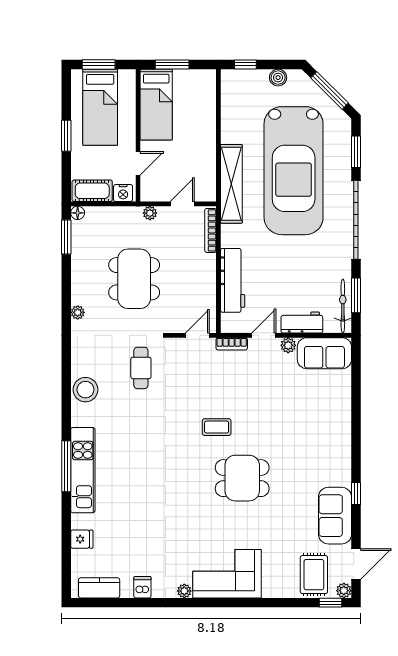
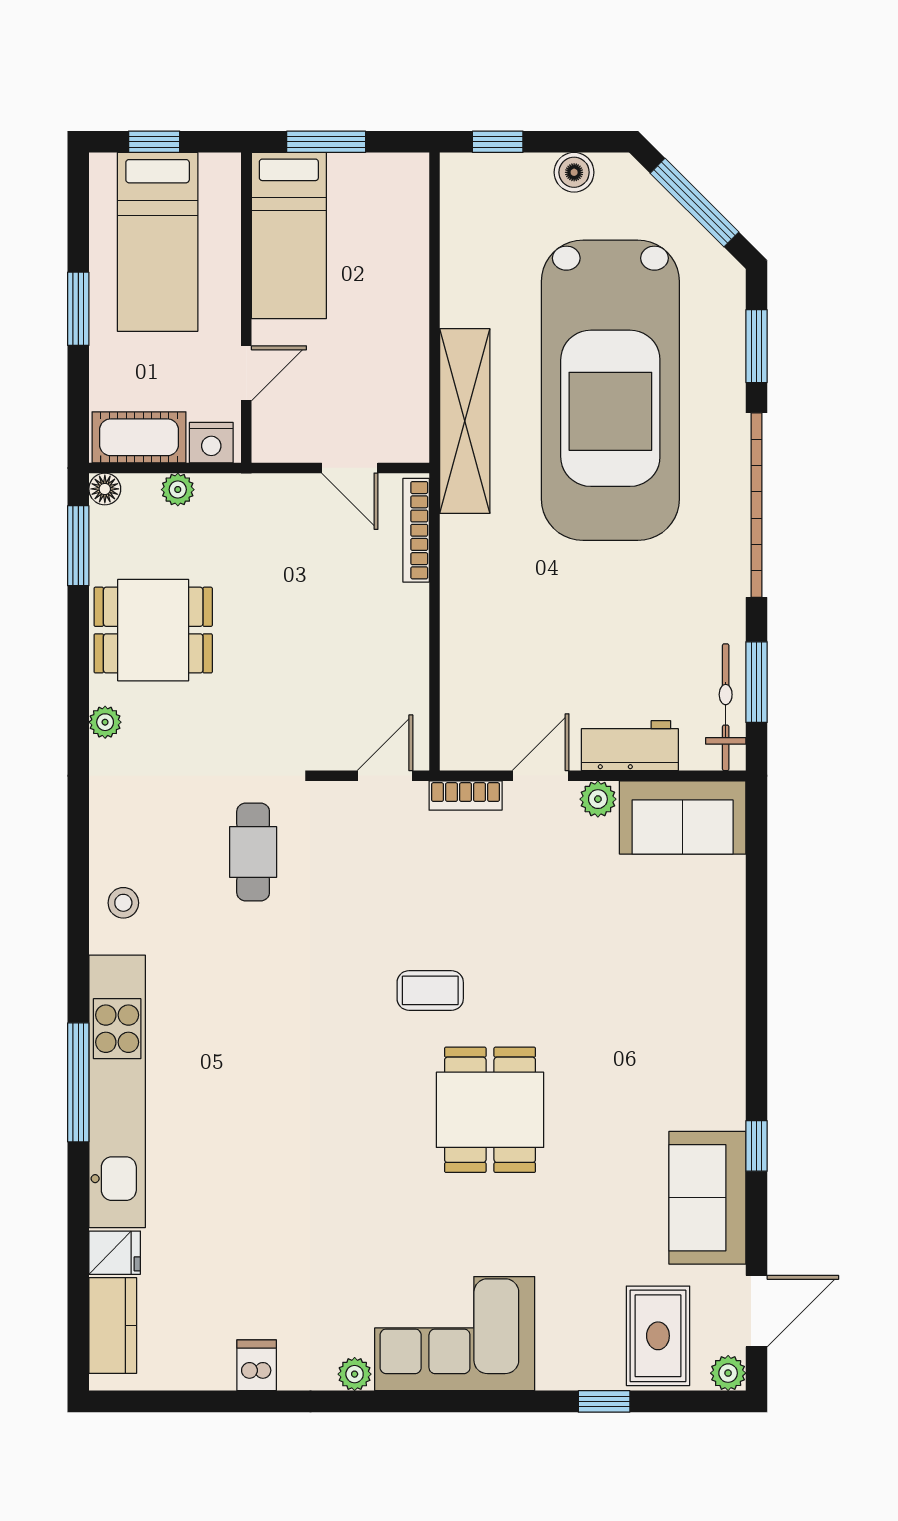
window: (99, 64) -> (154, 142), width x0.67
door: (182, 204) -> (350, 468), swing flipped
plant: (150, 213) -> (178, 490), moved
dining table: (134, 279) -> (153, 630), moved, width x0.73
workbench: (233, 280) -> (468, 647), removed
stool: (85, 390) -> (123, 903), width x0.53, depth x0.53
kitchen unit: (83, 470) -> (117, 1091), width x1.36
dining table: (242, 478) -> (490, 1110), turned 90
kitchen counter: (99, 588) -> (113, 1325), moved, turned 90
window: (331, 603) -> (604, 1401), moved

